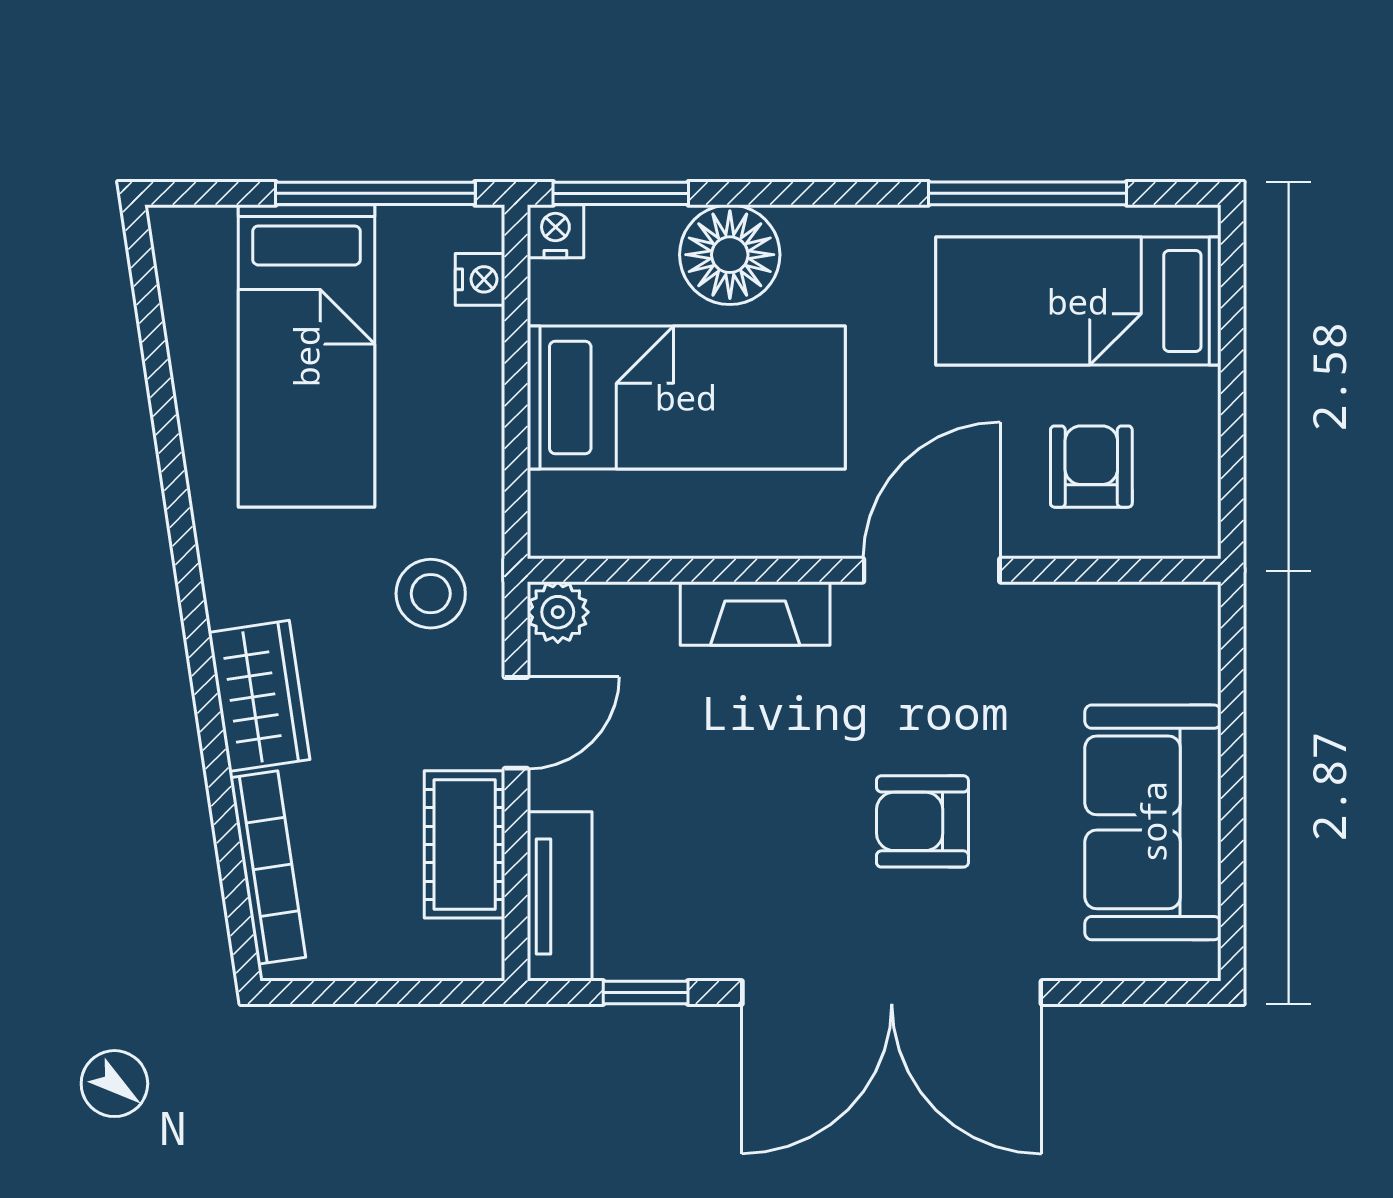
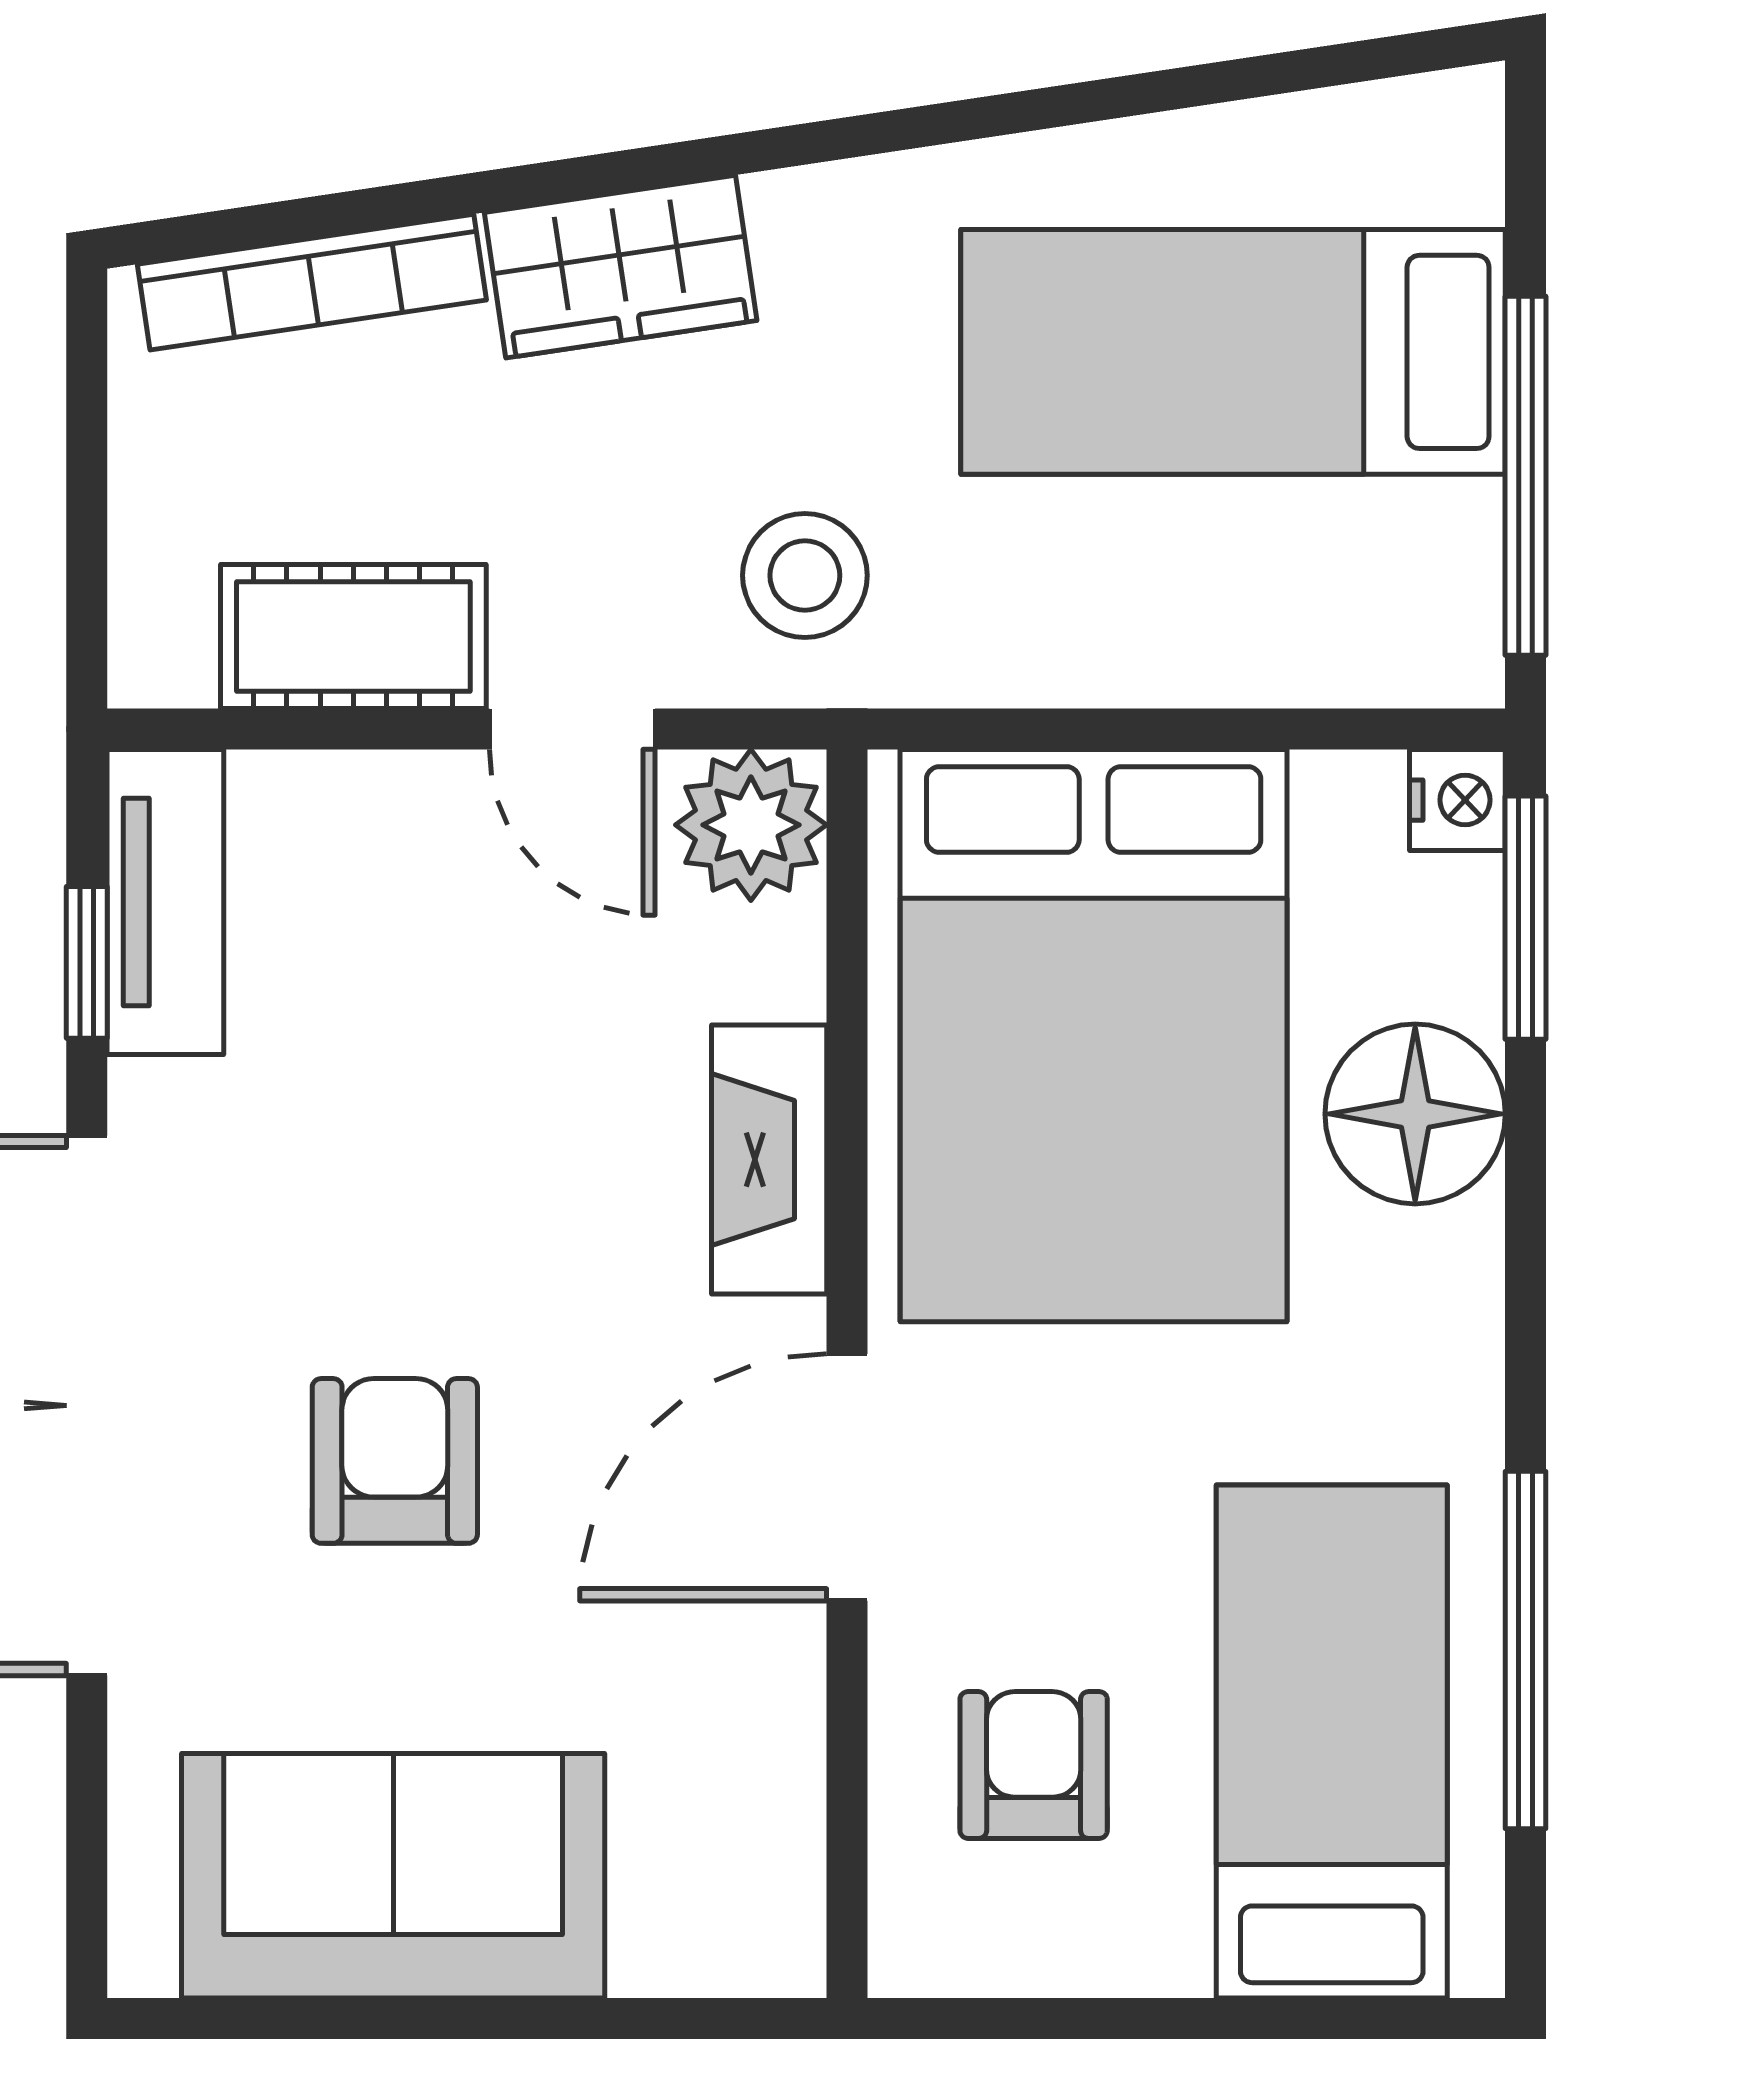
nightstand: (480, 279) -> (1371, 664), removed
bed: (686, 397) -> (1094, 1036), width x1.50
armchair: (1091, 467) -> (1034, 1765), turned -90
door: (932, 570) -> (847, 1477), swing flipped
plant: (558, 612) -> (751, 825), width x1.38, depth x1.38
tv unit: (560, 896) -> (165, 902), moved, turned -90

